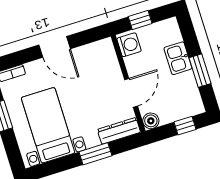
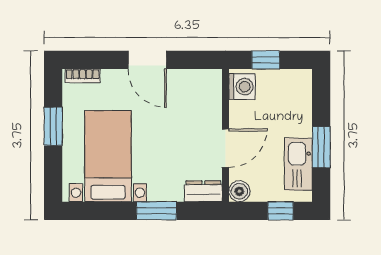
kitchen sink: (178, 58) -> (298, 164), moved, width x1.38
dresser: (119, 131) -> (203, 191), width x0.70

